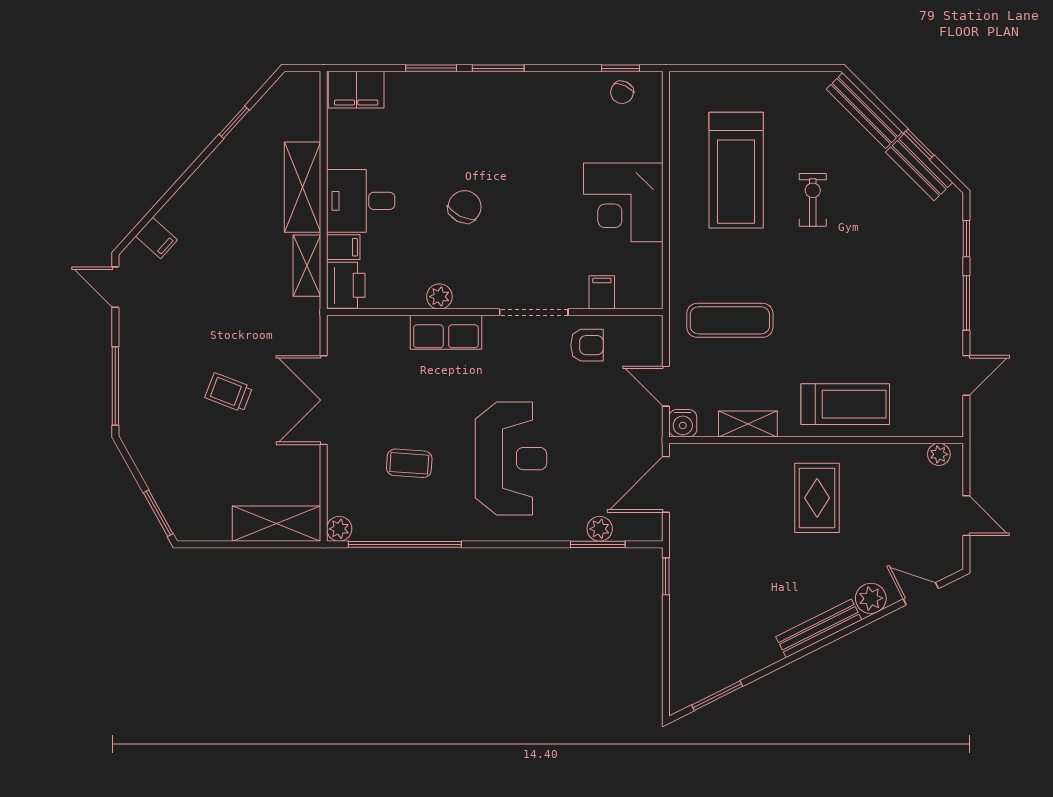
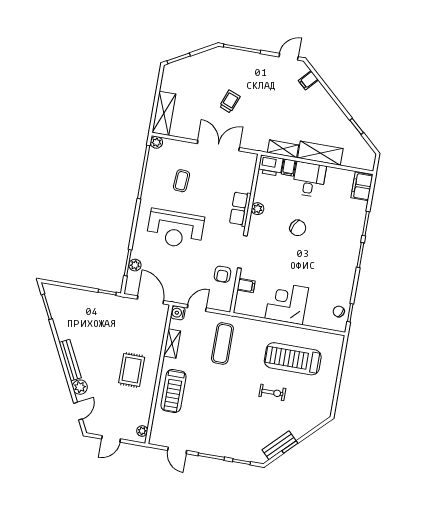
bench: (864, 110) -> (310, 424), removed
rug: (817, 498) -> (132, 370), turned 90

